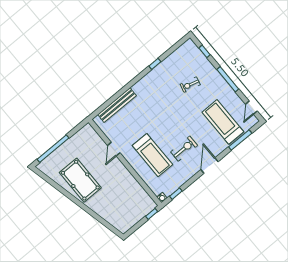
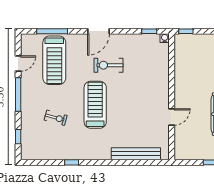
door: (251, 108) -> (18, 64), moved
treadmill: (152, 155) -> (95, 105), moved

